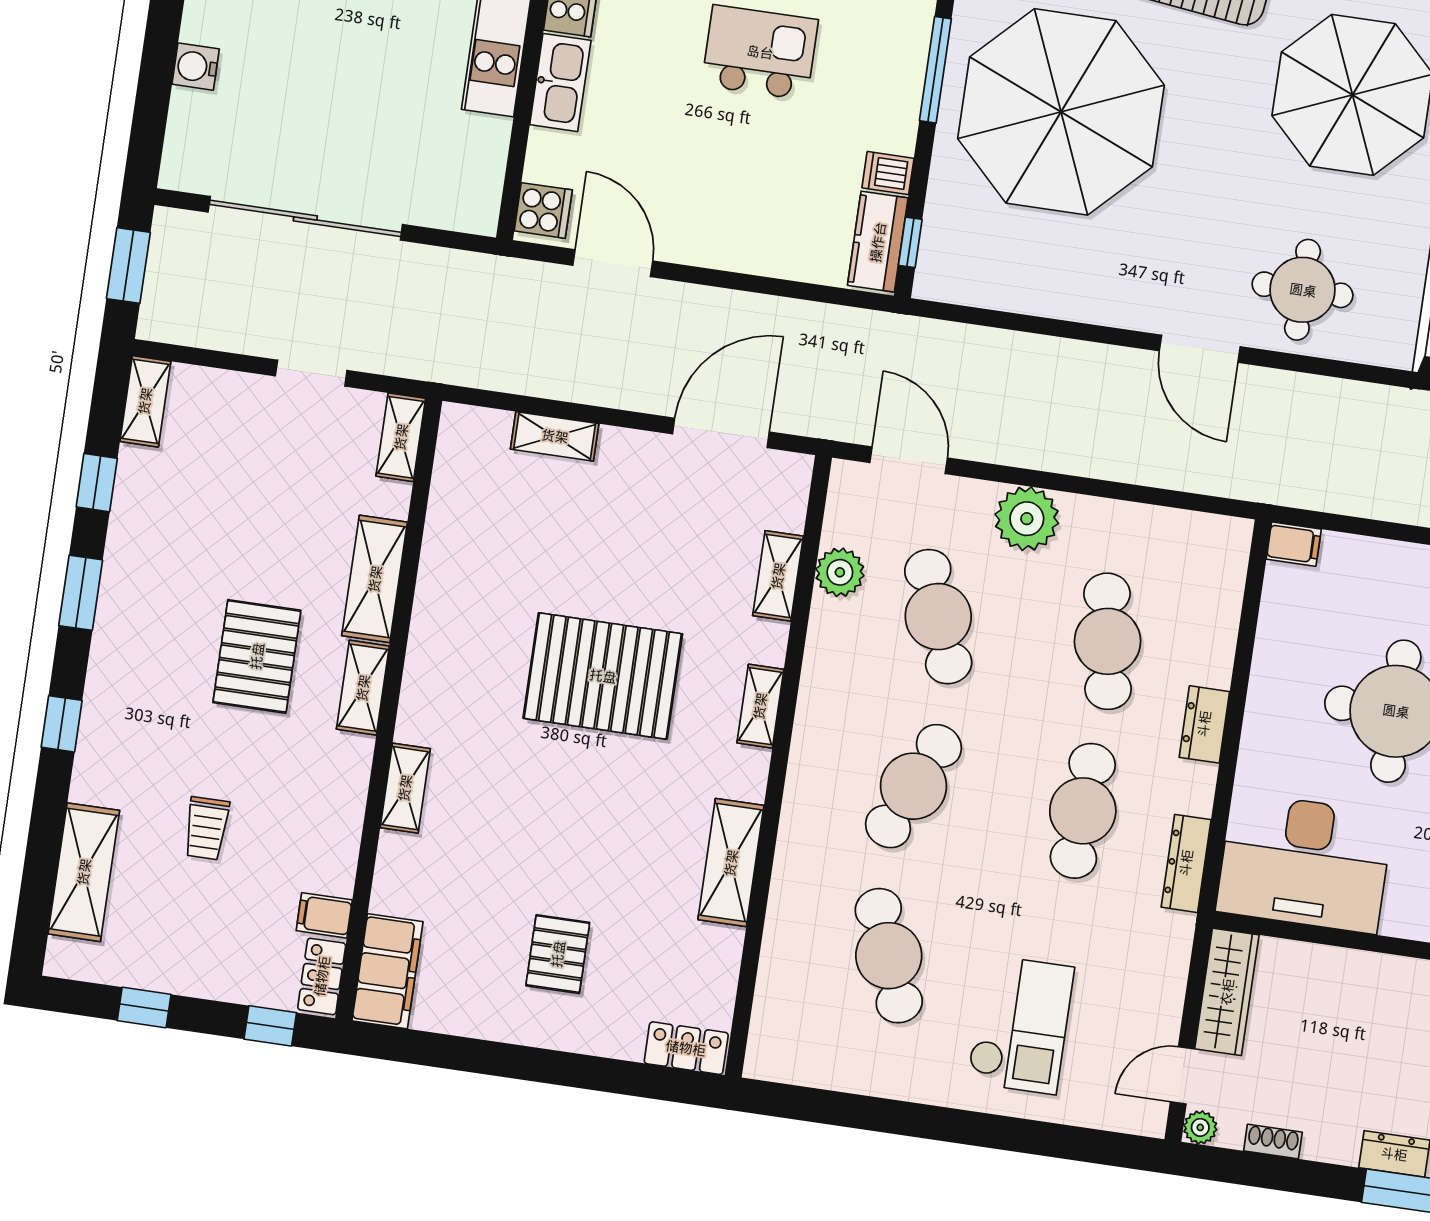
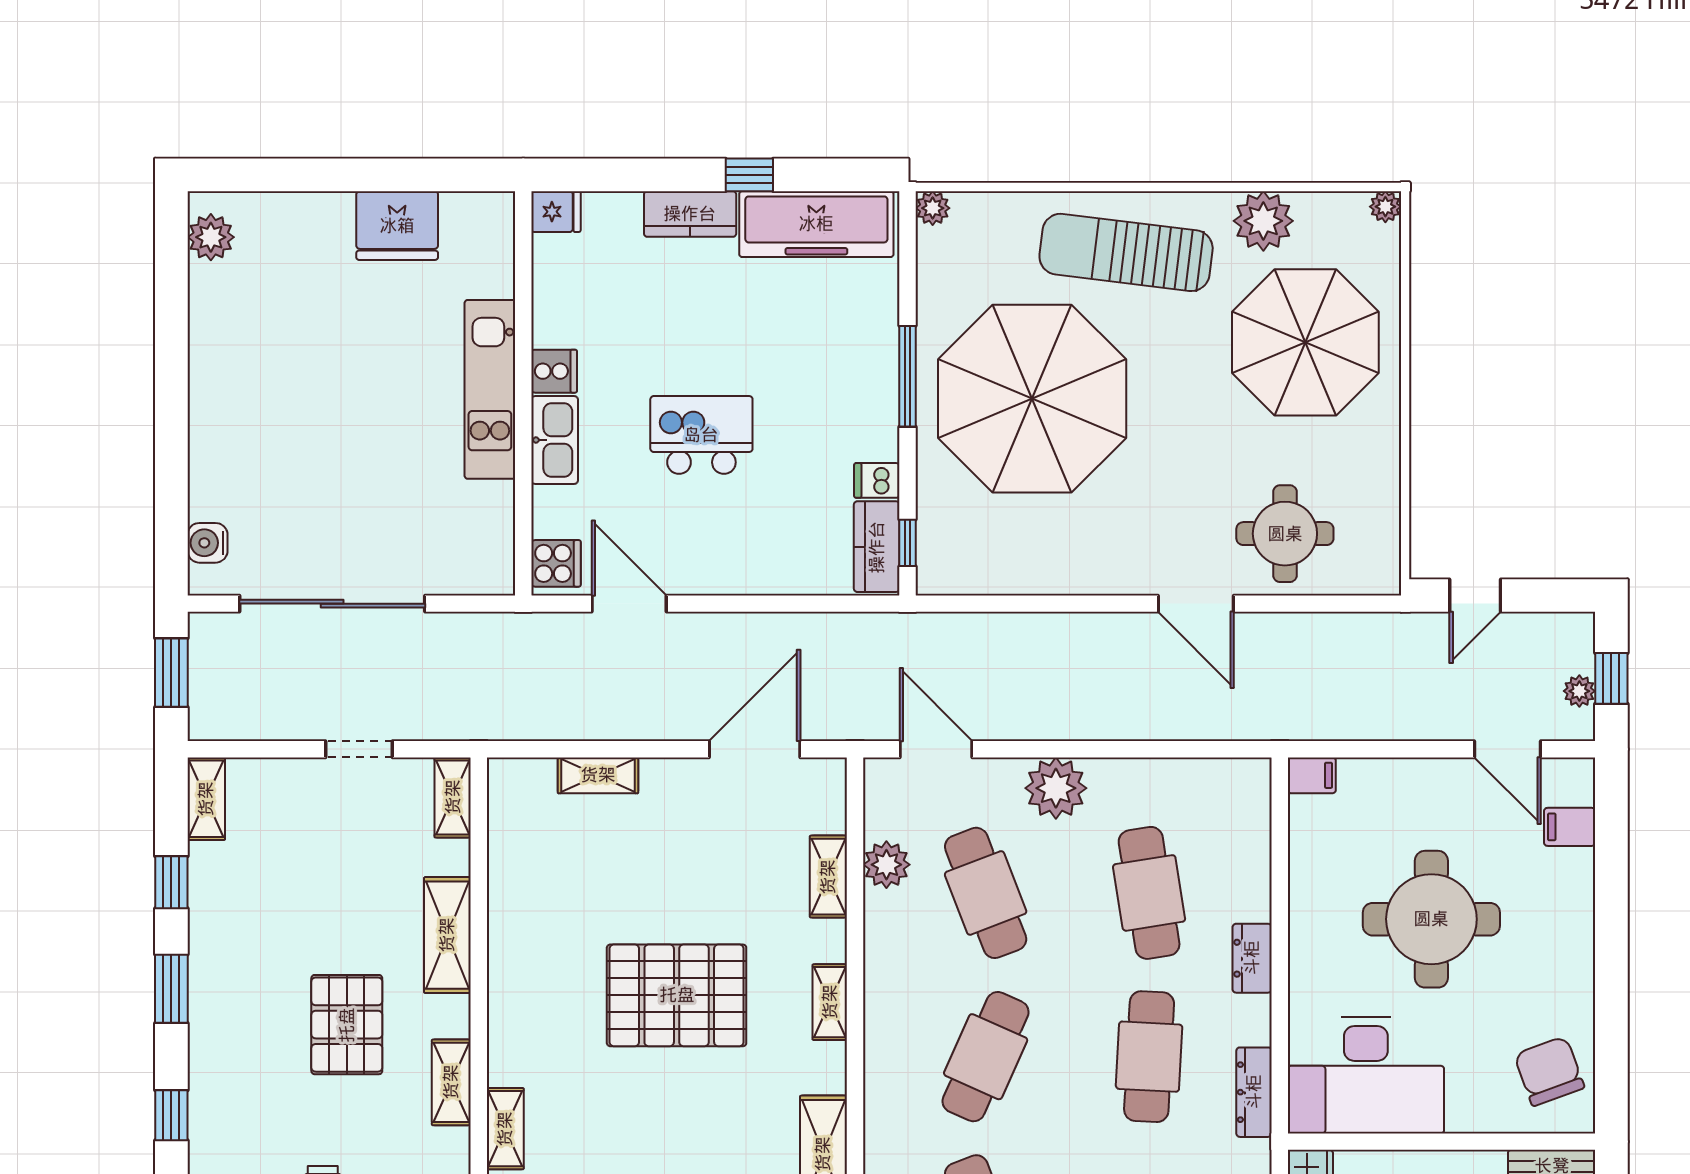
kitchen island: (760, 52) -> (701, 435), moved
water cooler: (196, 67) -> (207, 543), moved
shelving: (363, 688) -> (451, 1082), moved

